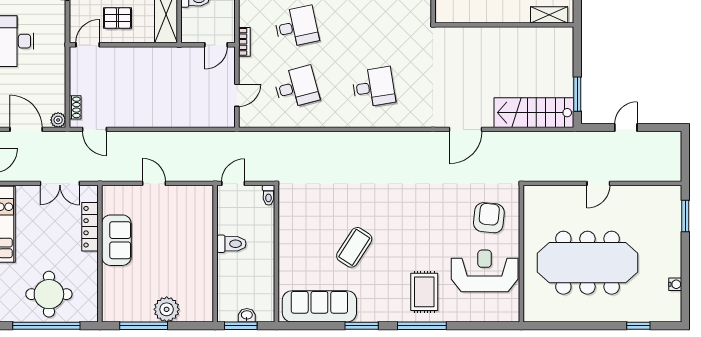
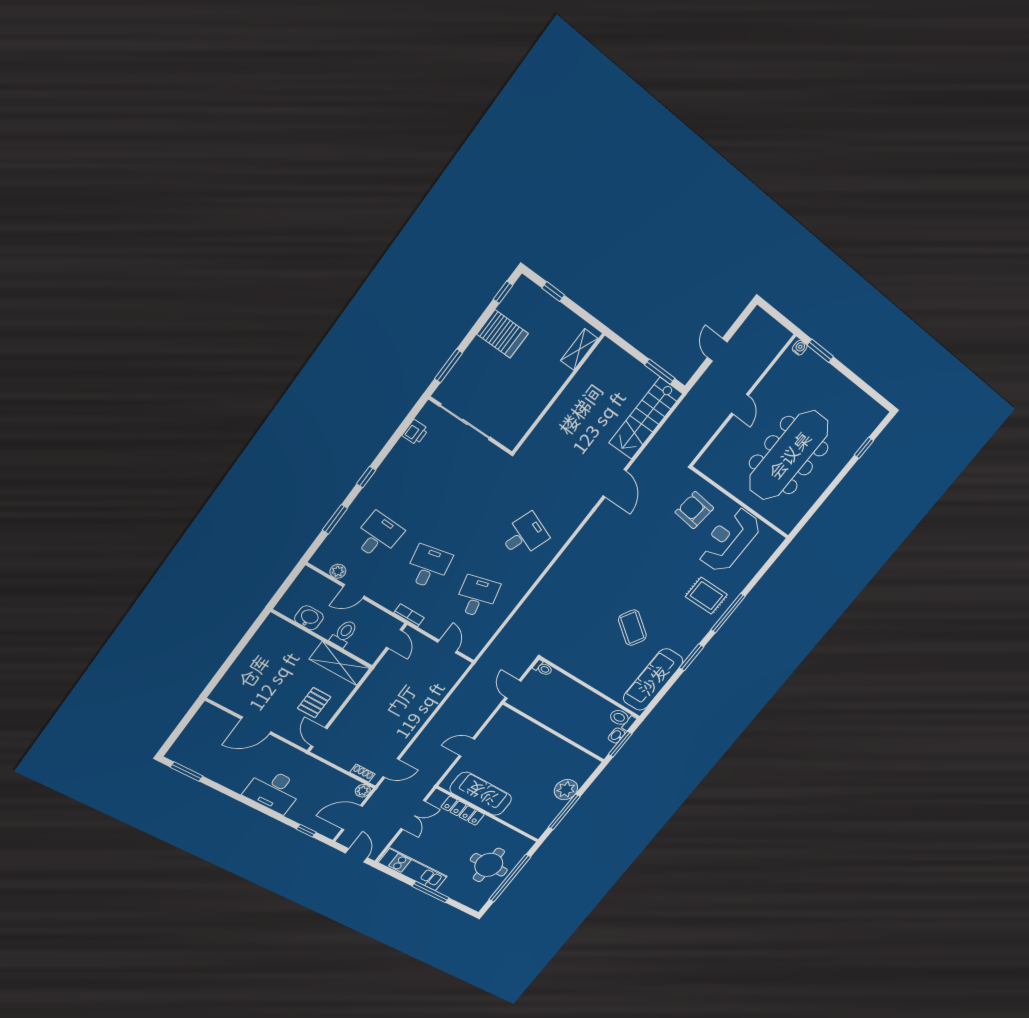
desk: (374, 87) -> (524, 535), turned 30
sofa: (116, 240) -> (481, 794), width x1.36
toilet: (231, 244) -> (622, 719), moved, turned -90
water cooler: (675, 284) -> (800, 348), moved

